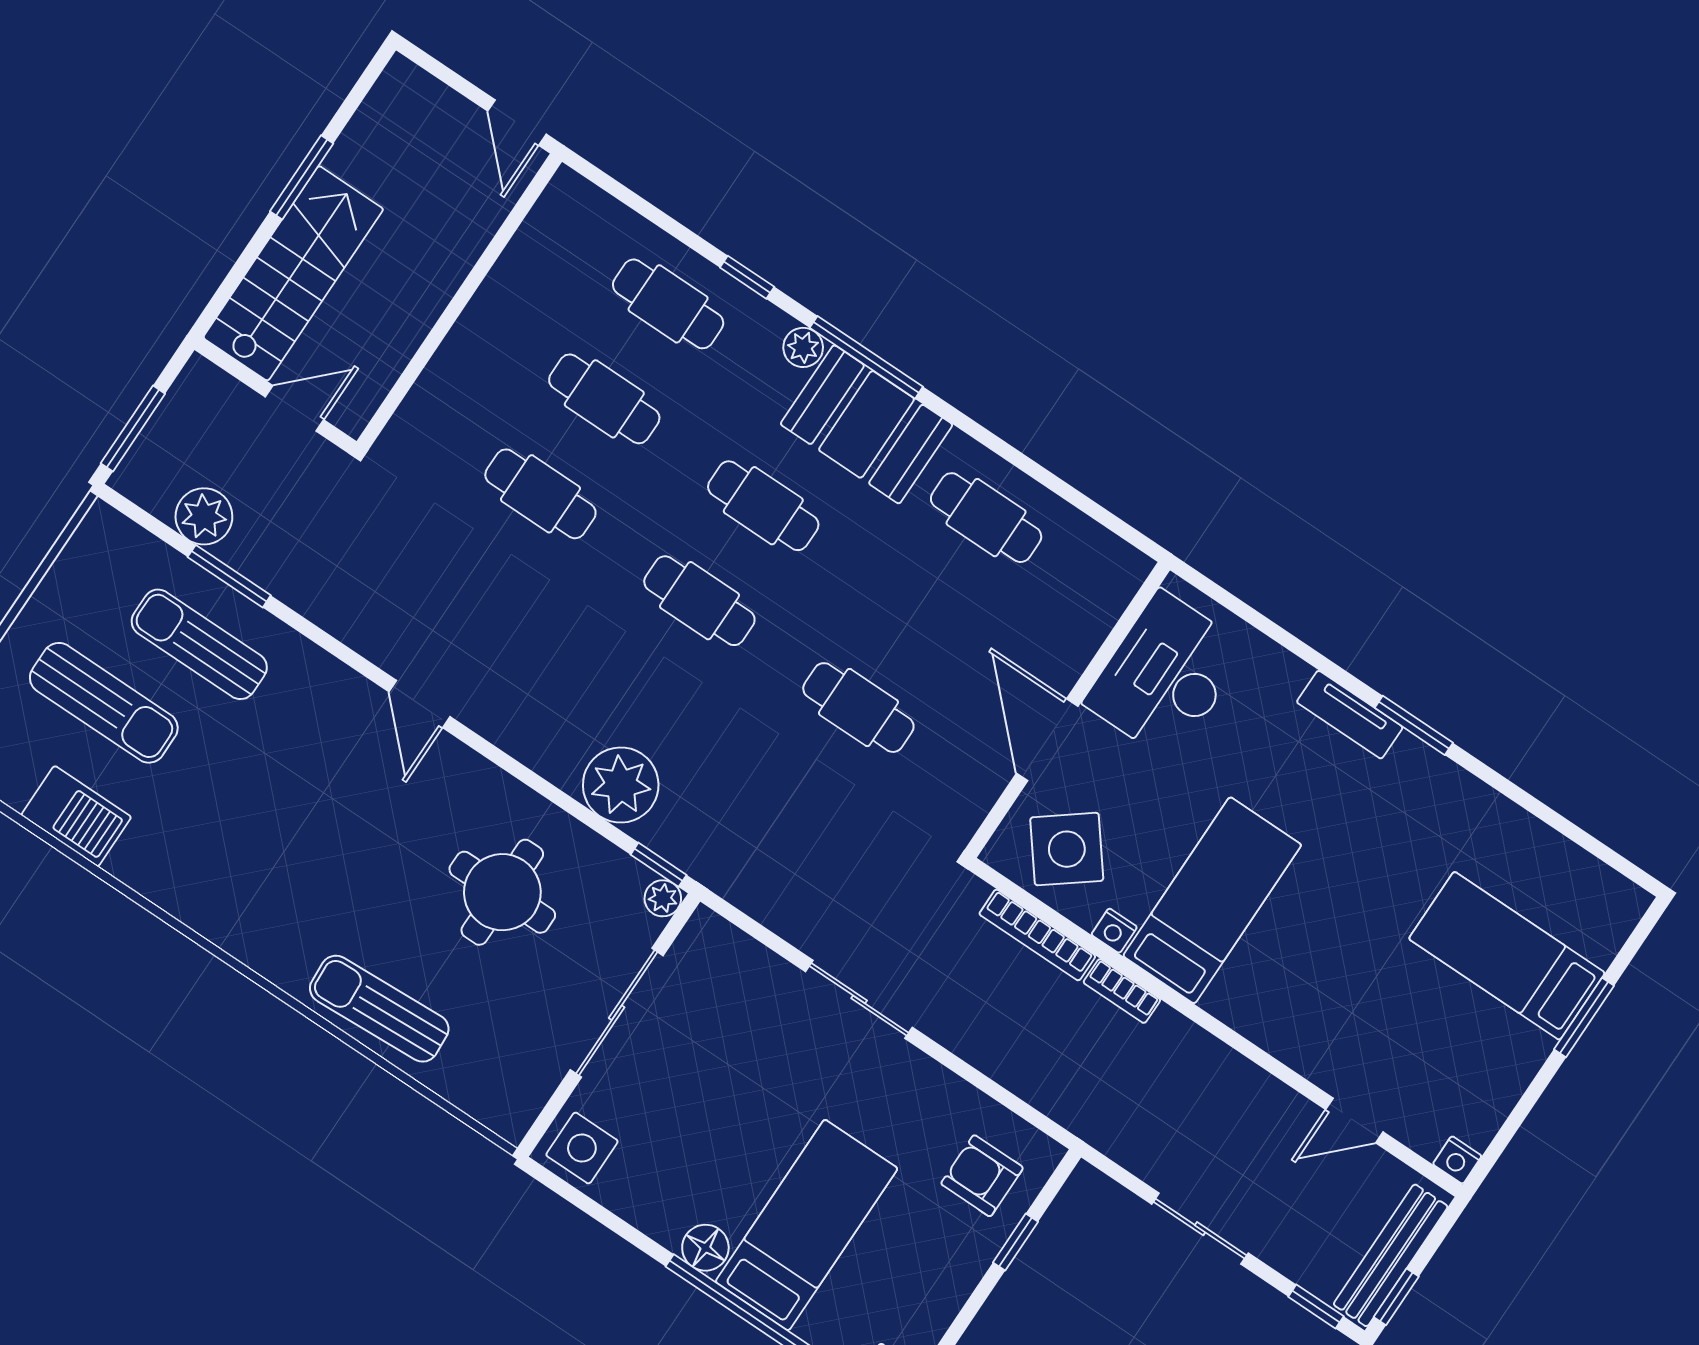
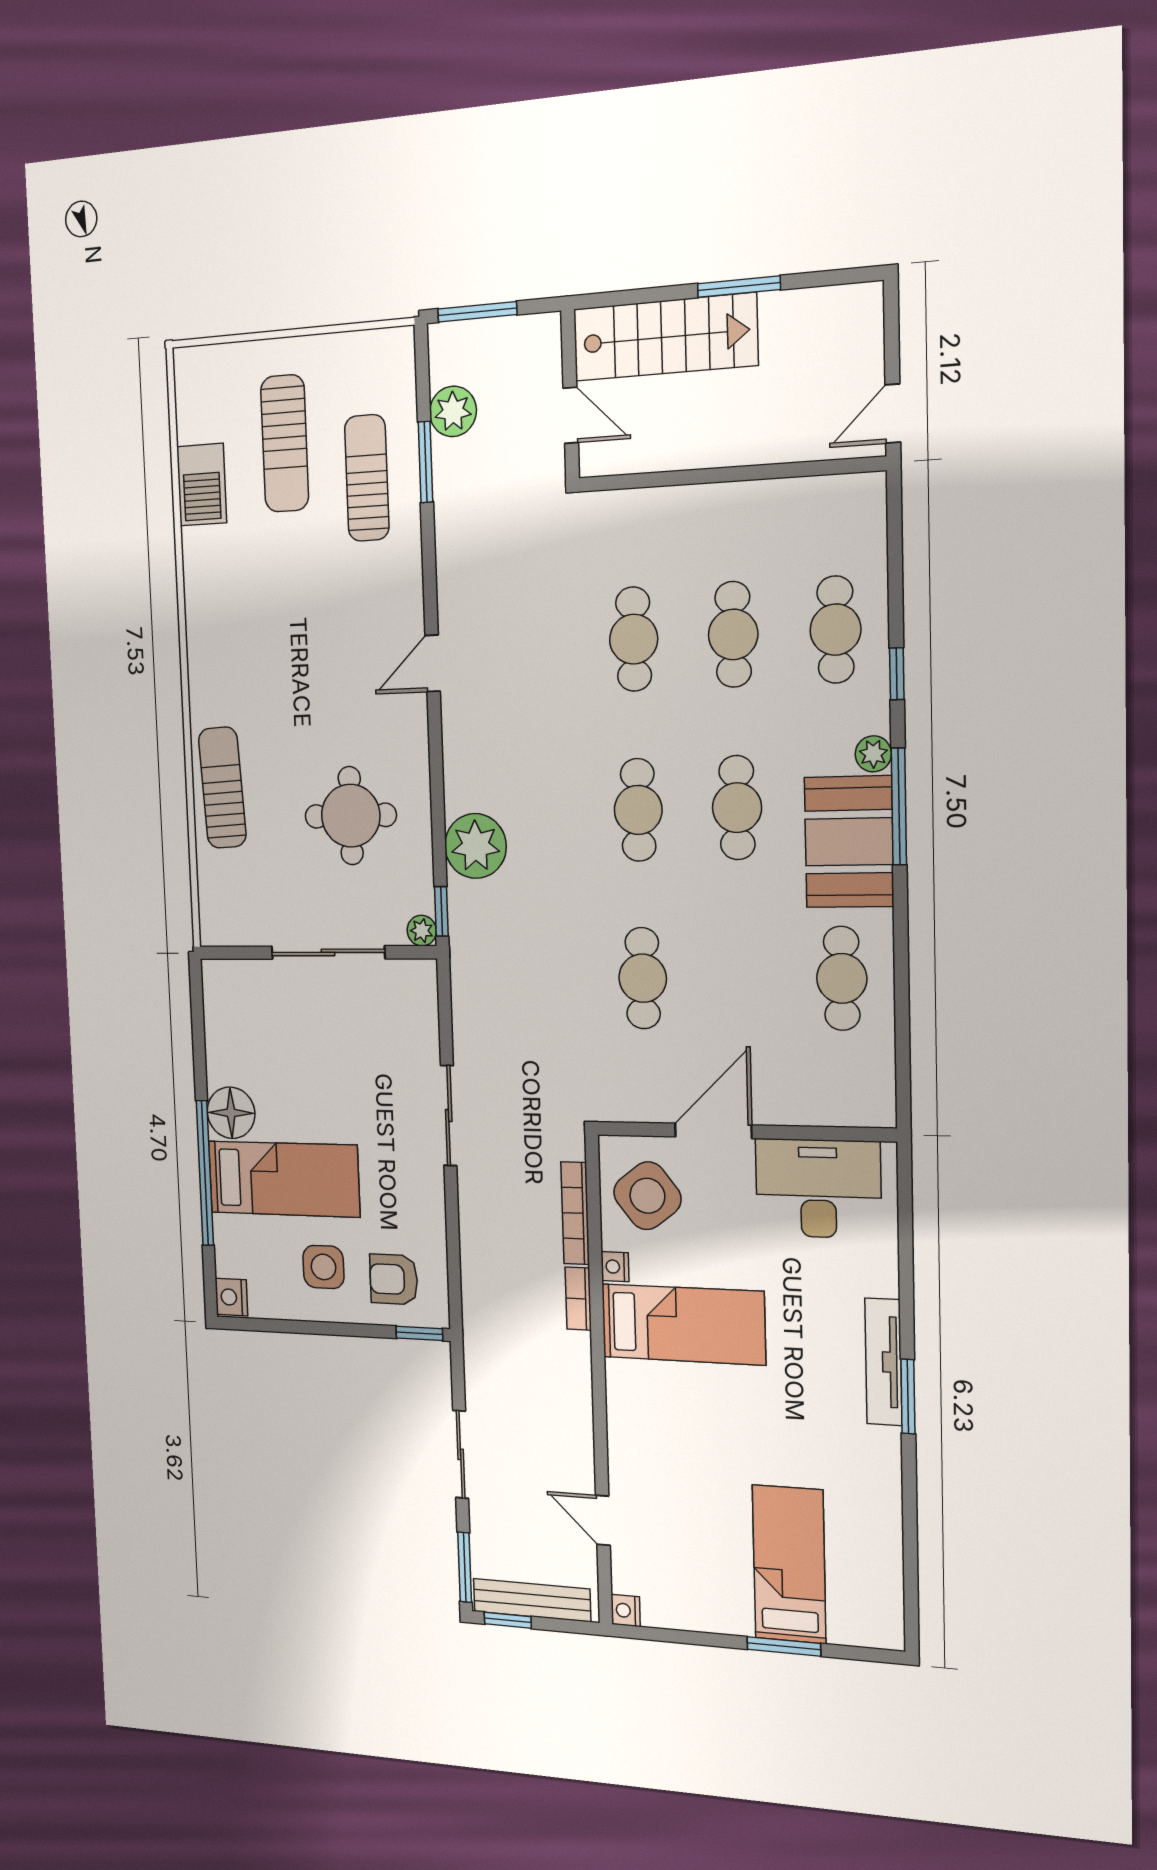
tv unit: (1350, 715) -> (883, 1362), width x1.41
side table: (582, 1148) -> (323, 1267), moved
armchair: (982, 1176) -> (394, 1279), turned -90
window: (1015, 1242) -> (419, 1333), moved
floor lamp: (705, 1248) -> (231, 1113), width x1.38, depth x1.38
window: (1316, 1306) -> (465, 1567), width x1.50

